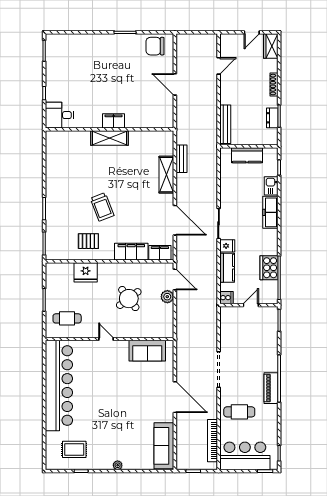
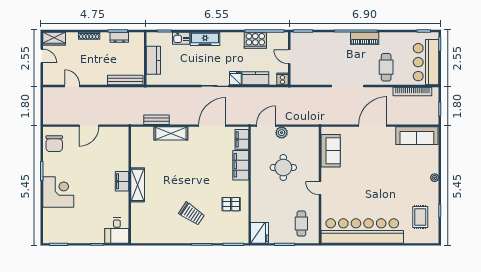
corner desk: (102, 50) -> (58, 192), added
trolley: (102, 207) -> (192, 214), moved, turned 55
pallet: (88, 241) -> (231, 204), turned 90
fridge: (86, 272) -> (260, 233), moved
round table: (129, 299) -> (283, 168), turned 37
door: (106, 339) -> (320, 188), hinge flipped

